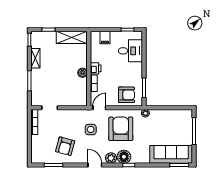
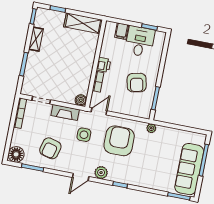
desk: (130, 51) -> (140, 41), moved, turned -90
boiler: (83, 73) -> (81, 100), moved
armchair: (126, 95) -> (137, 83), moved, turned 78
fireplace: (71, 114) -> (65, 112), added
sofa: (171, 154) -> (189, 169), moved, turned -90
floor lamp: (124, 157) -> (16, 154), moved
door: (95, 165) -> (81, 177), swing flipped

